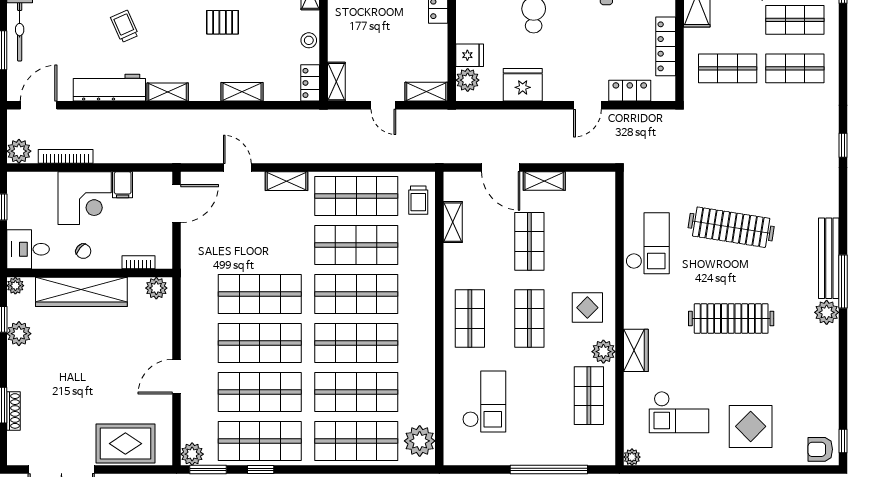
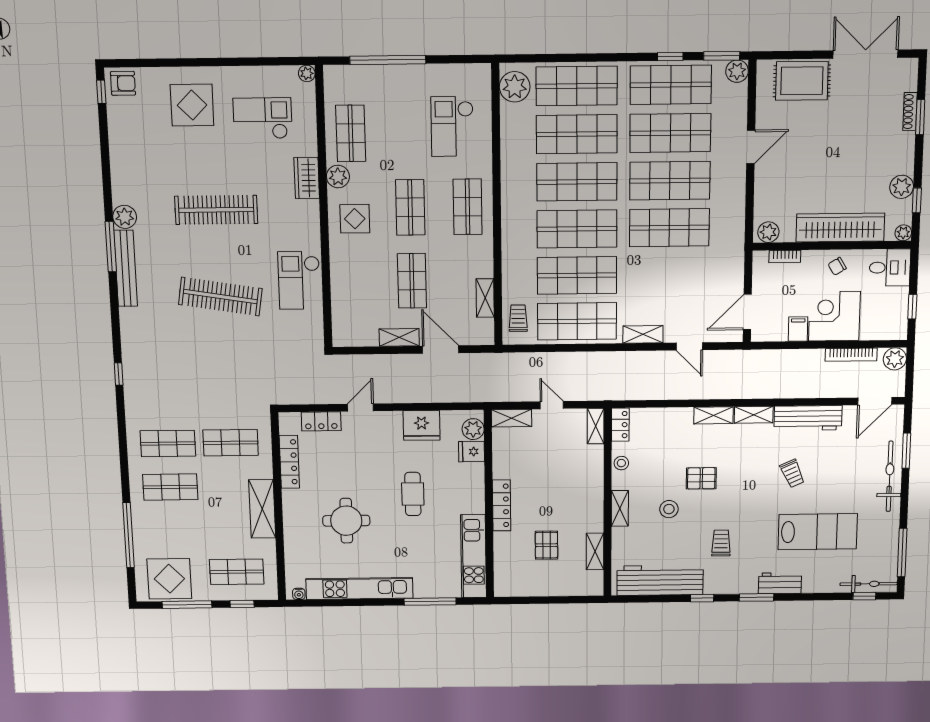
shelving: (242, 92) -> (713, 415), moved
chair: (83, 251) -> (837, 266), turned -71

